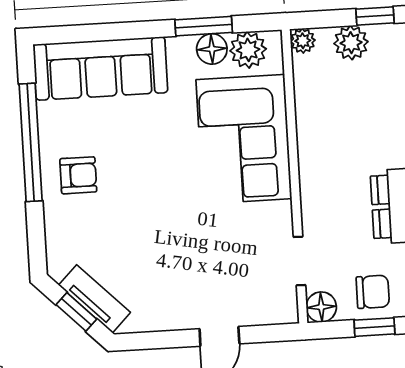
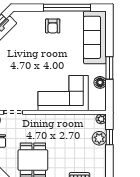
window: (375, 16) -> (109, 137), moved
window: (204, 26) -> (109, 68), moved
plant: (248, 50) -> (99, 97), removed

